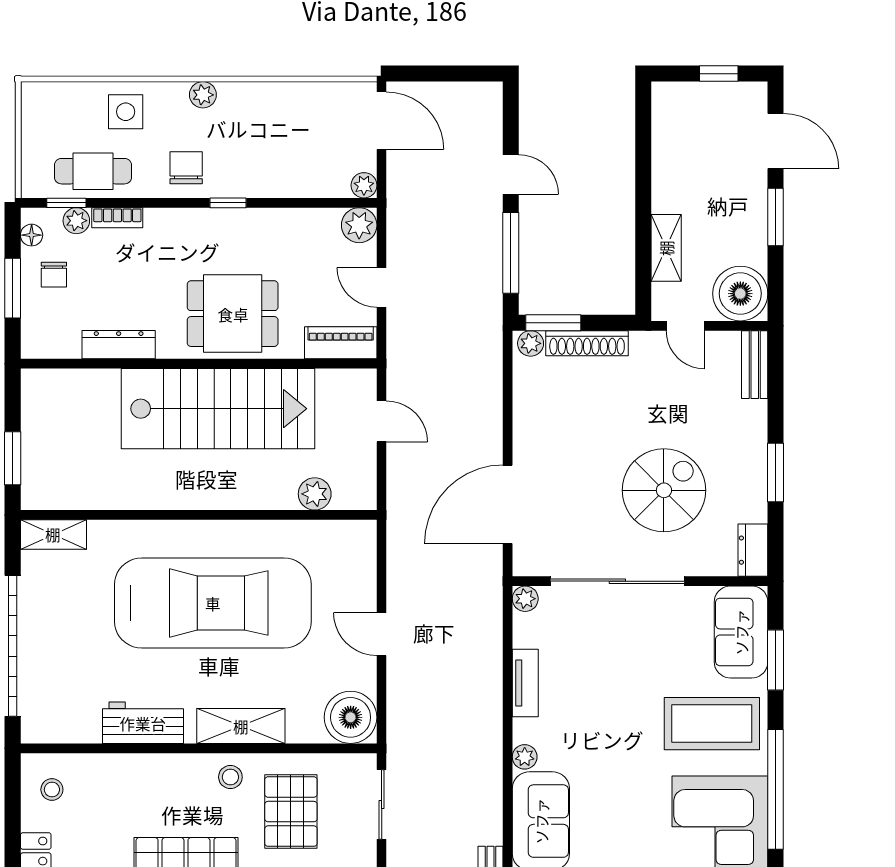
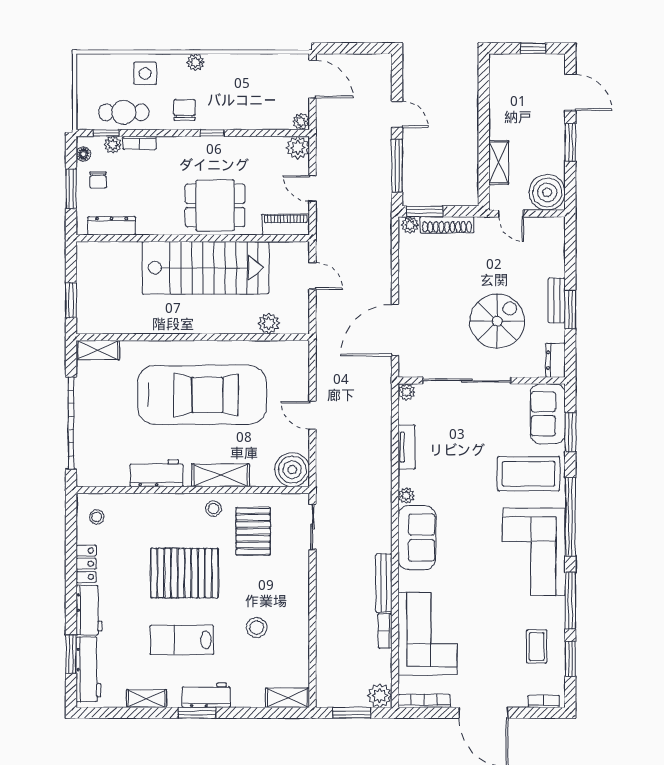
dresser: (119, 345) -> (112, 226), moved
bench: (755, 365) -> (557, 300), moved

